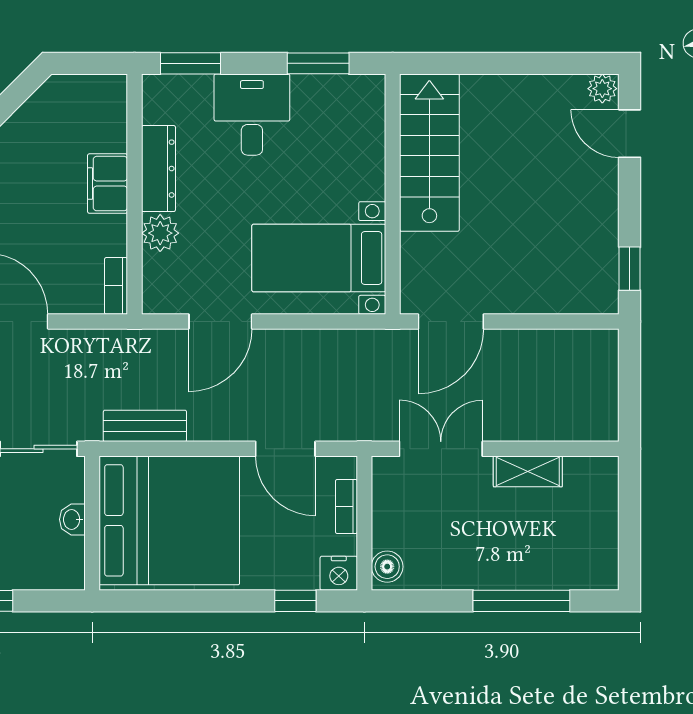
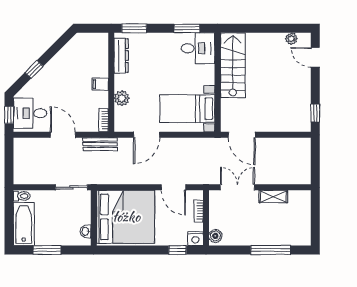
plant: (602, 89) -> (291, 39), moved
desk: (252, 115) -> (198, 48), moved, turned 90
dresser: (158, 169) -> (121, 56), moved
filing cabinet: (108, 184) -> (100, 84), width x0.50
door: (451, 322) -> (242, 135), hinge flipped
bench: (145, 426) -> (100, 144), moved
washbasin: (72, 519) -> (86, 231), moved

